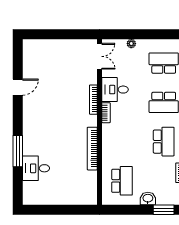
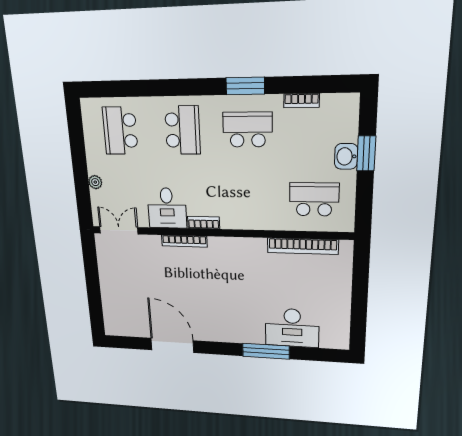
door: (18, 87) -> (172, 345), width x1.88
bookcase: (92, 149) -> (303, 246), moved
desk: (36, 168) -> (292, 328), width x1.37
window: (164, 210) -> (366, 153), moved

